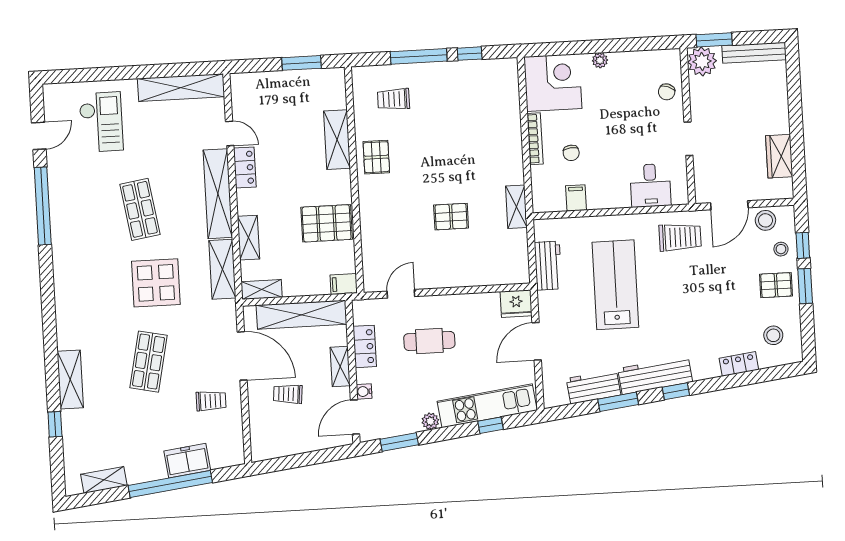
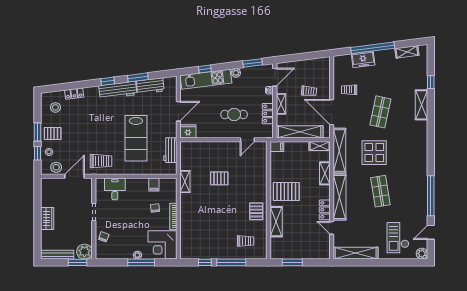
window: (592, 47) -> (141, 262), added
plant: (53, 94) -> (422, 254), added
wardrobe: (779, 156) -> (47, 219), moved
pallet: (327, 223) -> (286, 192), moved
trolley: (680, 237) -> (101, 161), turned 180
shelving: (222, 269) -> (339, 151), width x1.47

